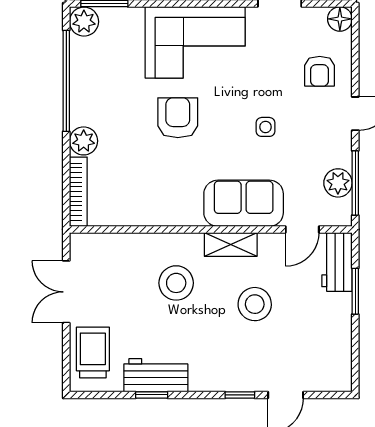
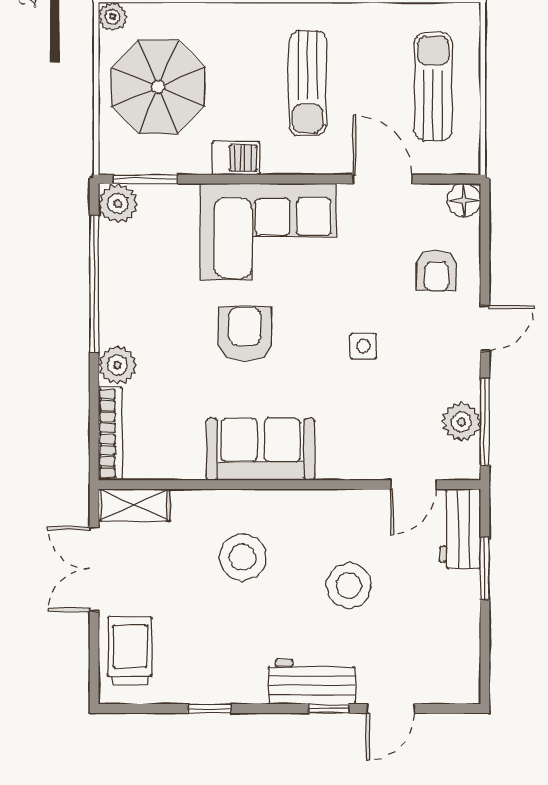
sofa: (244, 203) -> (261, 449), moved
shelving: (231, 244) -> (134, 505), moved
workbench: (156, 375) -> (312, 682), moved

